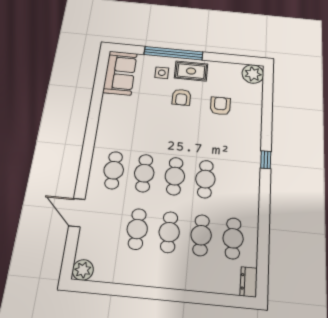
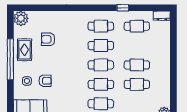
window: (173, 53) -> (10, 59), moved
rug: (191, 71) -> (25, 50), moved
armchair: (181, 97) -> (45, 81), moved
window: (266, 160) -> (123, 8), moved
cafe table: (201, 235) -> (101, 26), moved

